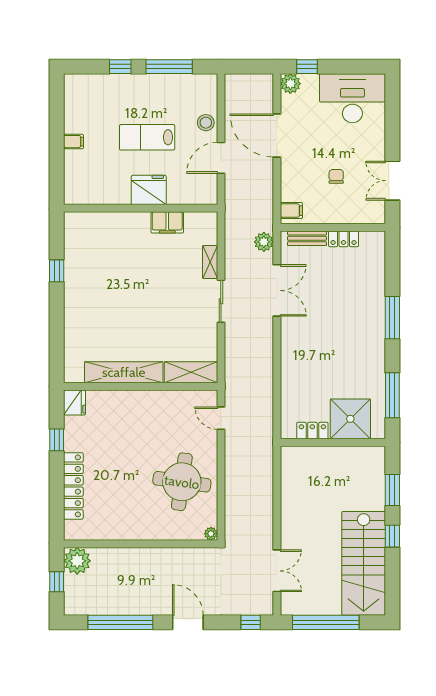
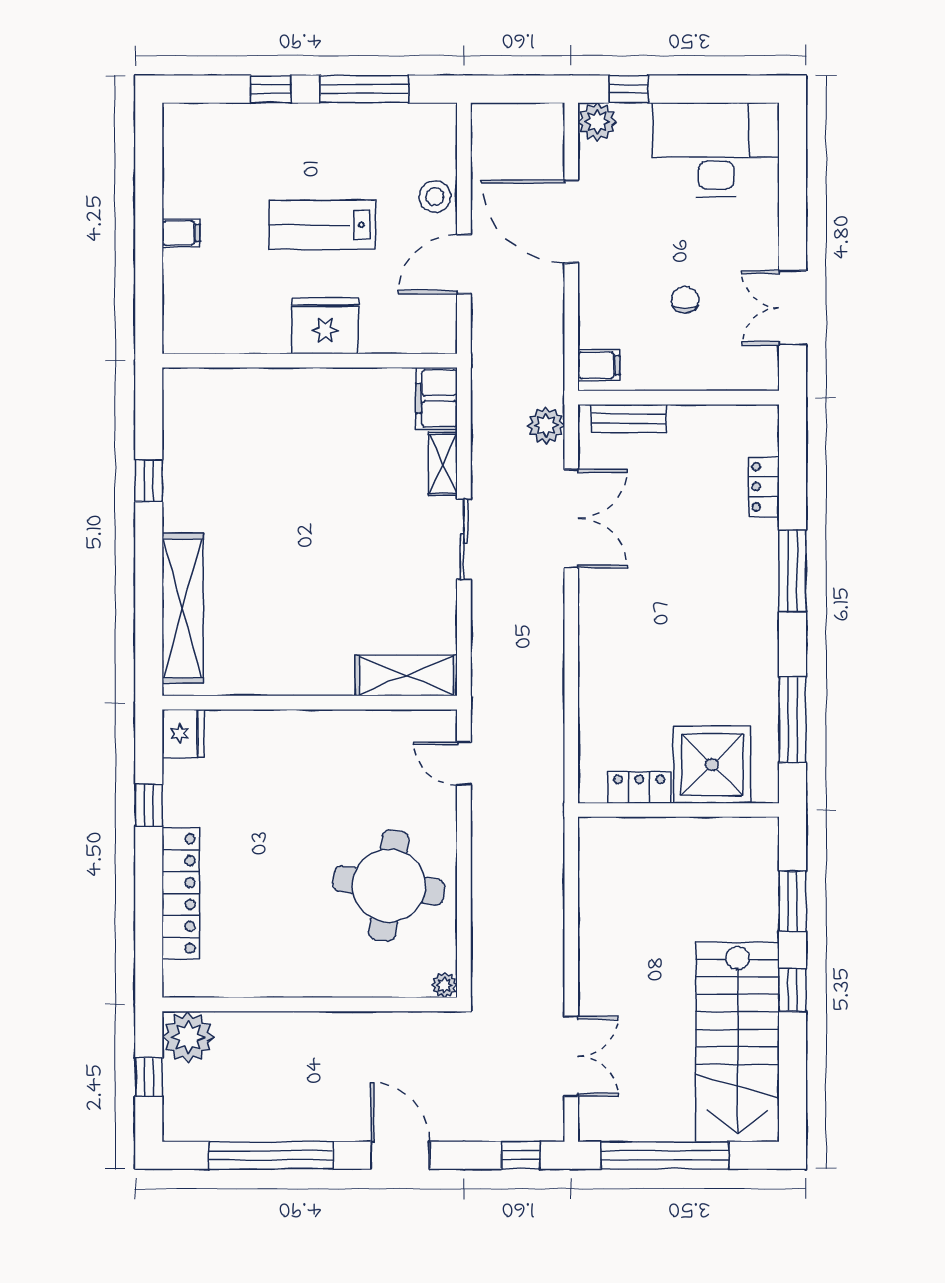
filing cabinet: (167, 222) -> (437, 398), moved, turned 90
locker: (344, 239) -> (764, 487), moved, turned 90
shelving: (124, 372) -> (183, 608), moved, turned 90

